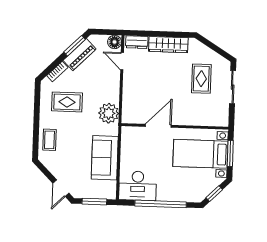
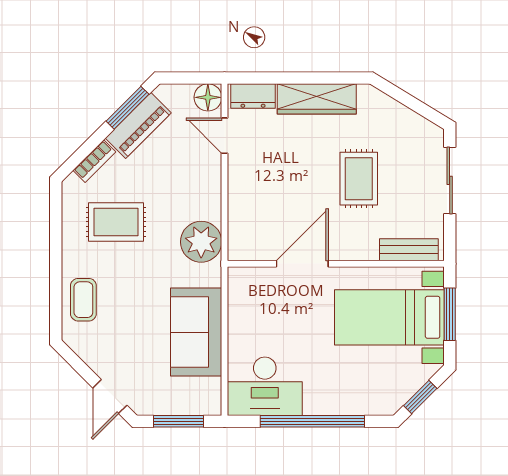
rug: (201, 79) -> (359, 179), moved
bench: (211, 121) -> (409, 250), added

